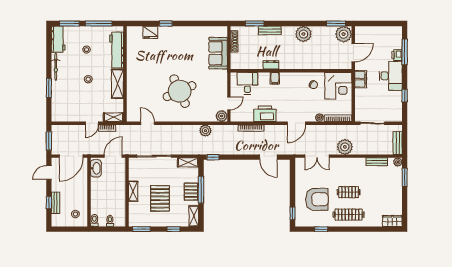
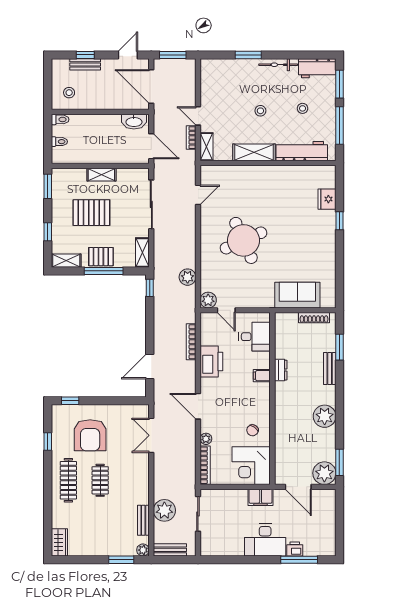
window: (405, 96) -> (237, 560), removed
plant: (345, 147) -> (164, 510), moved
door: (49, 173) -> (128, 55), hinge flipped

